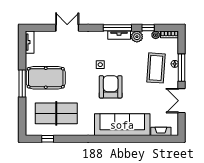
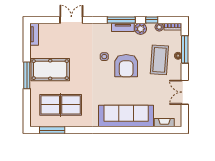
window: (181, 68) -> (185, 49), moved
armchair: (111, 87) -> (126, 66), moved, turned 180
window: (48, 139) -> (52, 130), width x2.17

